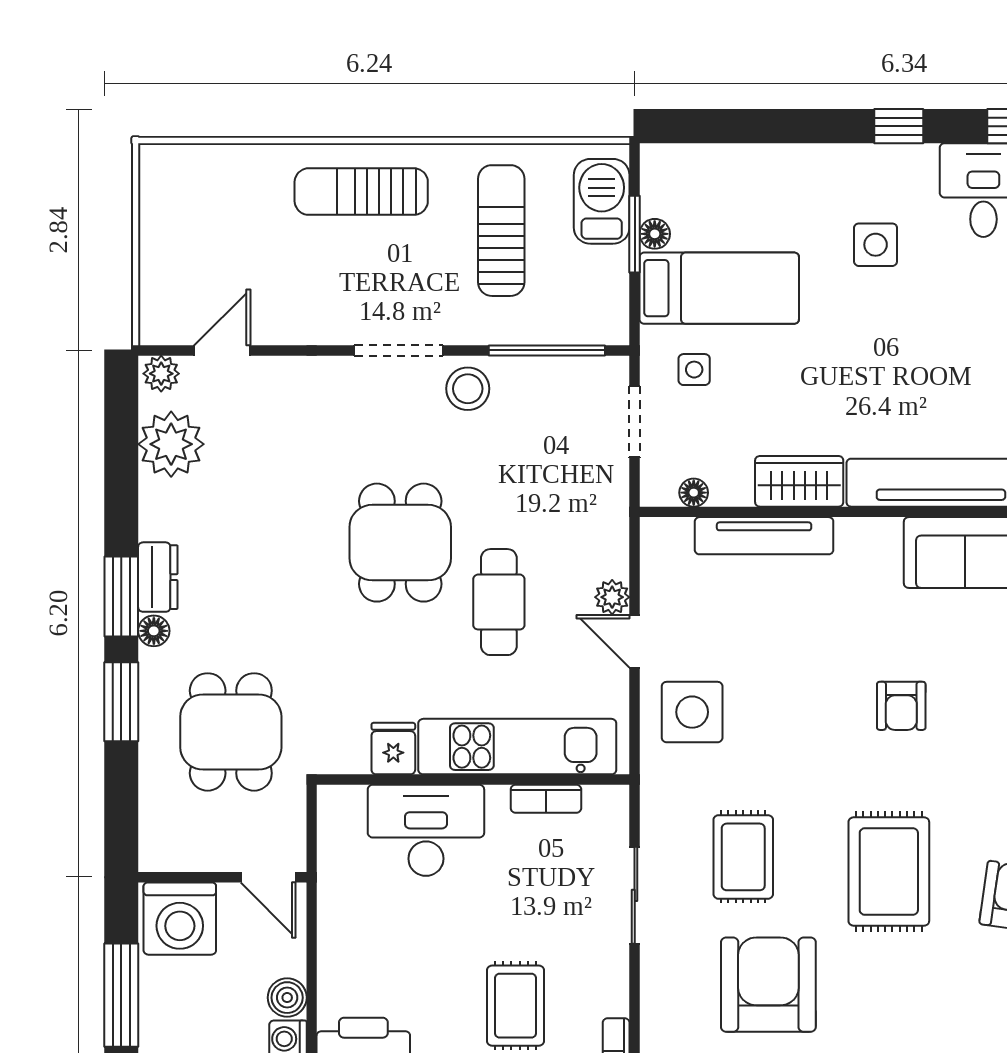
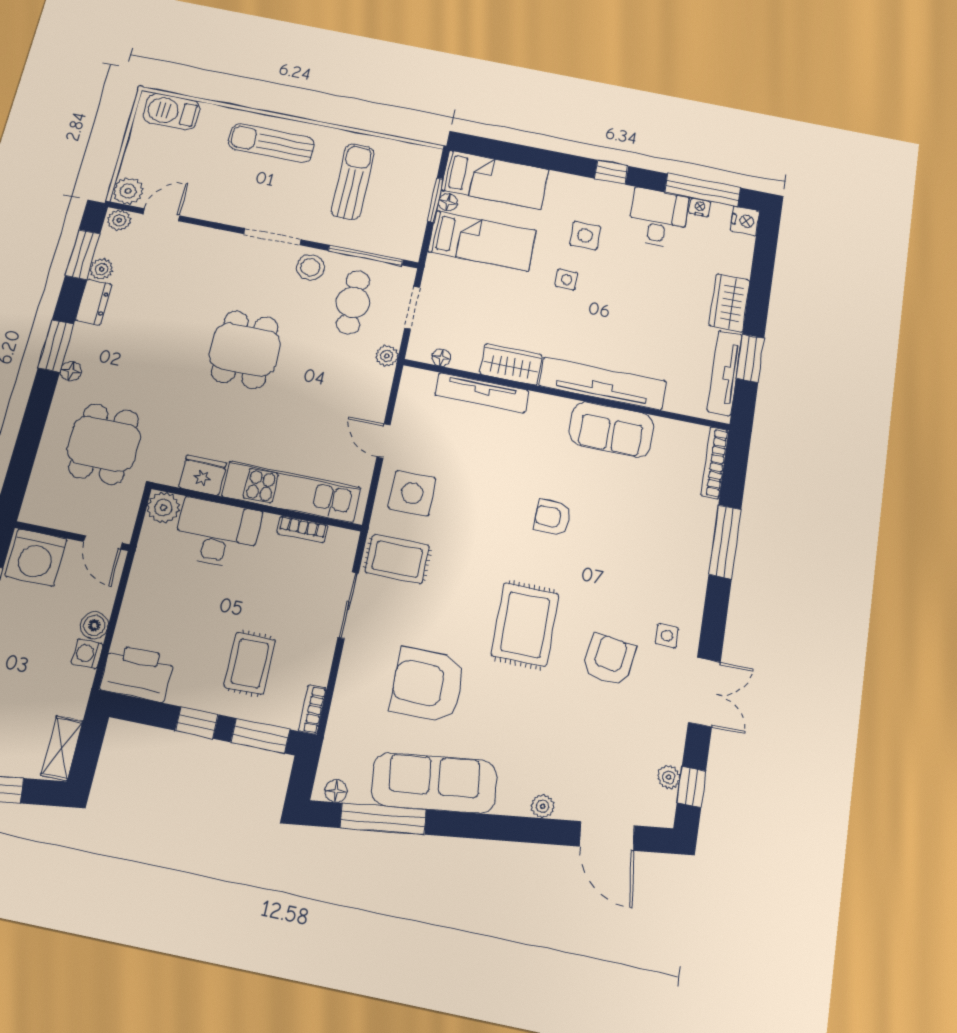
bed: (720, 179) -> (495, 180), added
barbecue: (602, 201) -> (171, 112), moved, turned -90
plant: (162, 322) -> (128, 191), added
side table: (694, 370) -> (566, 280), moved
plant: (171, 444) -> (102, 269), width x0.53, depth x0.53
dresser: (158, 577) -> (93, 302), moved
plant: (612, 597) -> (387, 356), moved
cafe table: (499, 602) -> (353, 302), moved
window: (121, 702) -> (83, 255), moved
armchair: (901, 706) -> (553, 517), turned 90
fridge: (393, 749) -> (203, 475), width x1.38
plant: (341, 809) -> (163, 508), added
rug: (743, 857) -> (397, 559), moved, turned 90
armchair: (768, 985) -> (428, 685), turned -90

